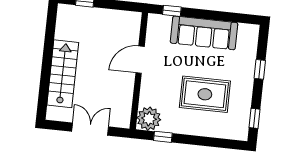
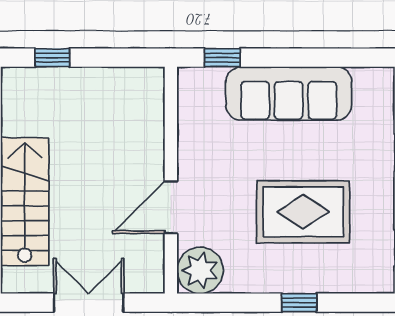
door: (140, 60) -> (171, 207), moved
window: (163, 137) -> (299, 303), moved

